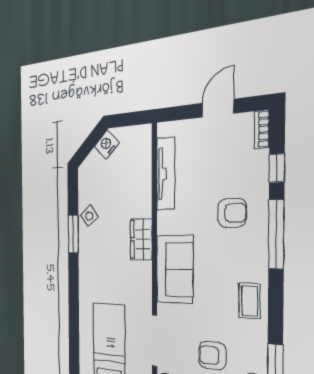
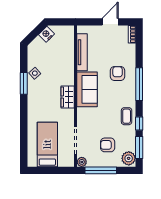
window: (277, 168) -> (139, 123), moved
armchair: (232, 213) -> (118, 73), turned -90
wardrobe: (141, 239) -> (68, 97), moved
sofa: (175, 269) -> (87, 89), moved

